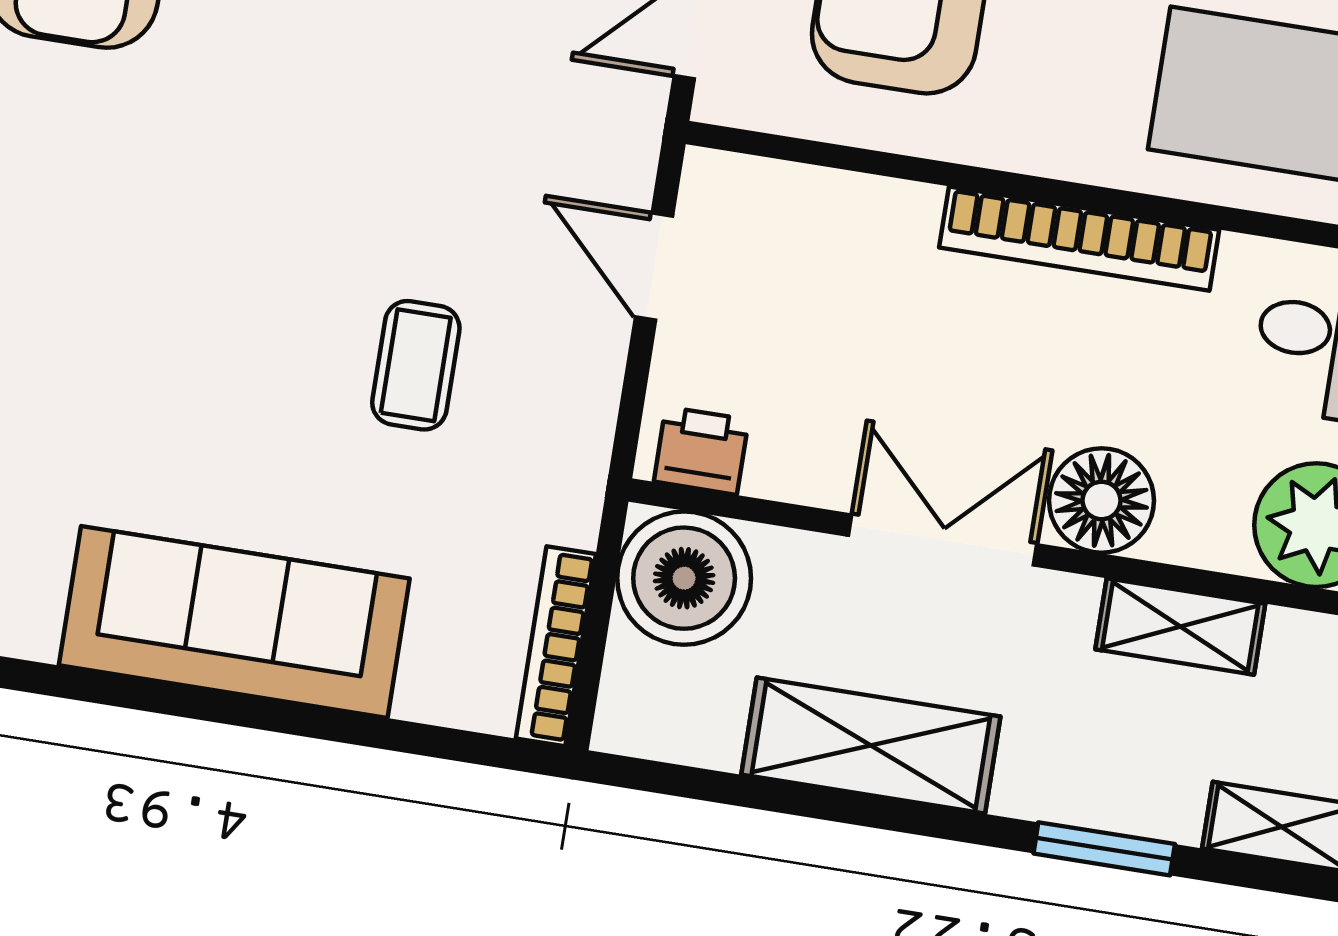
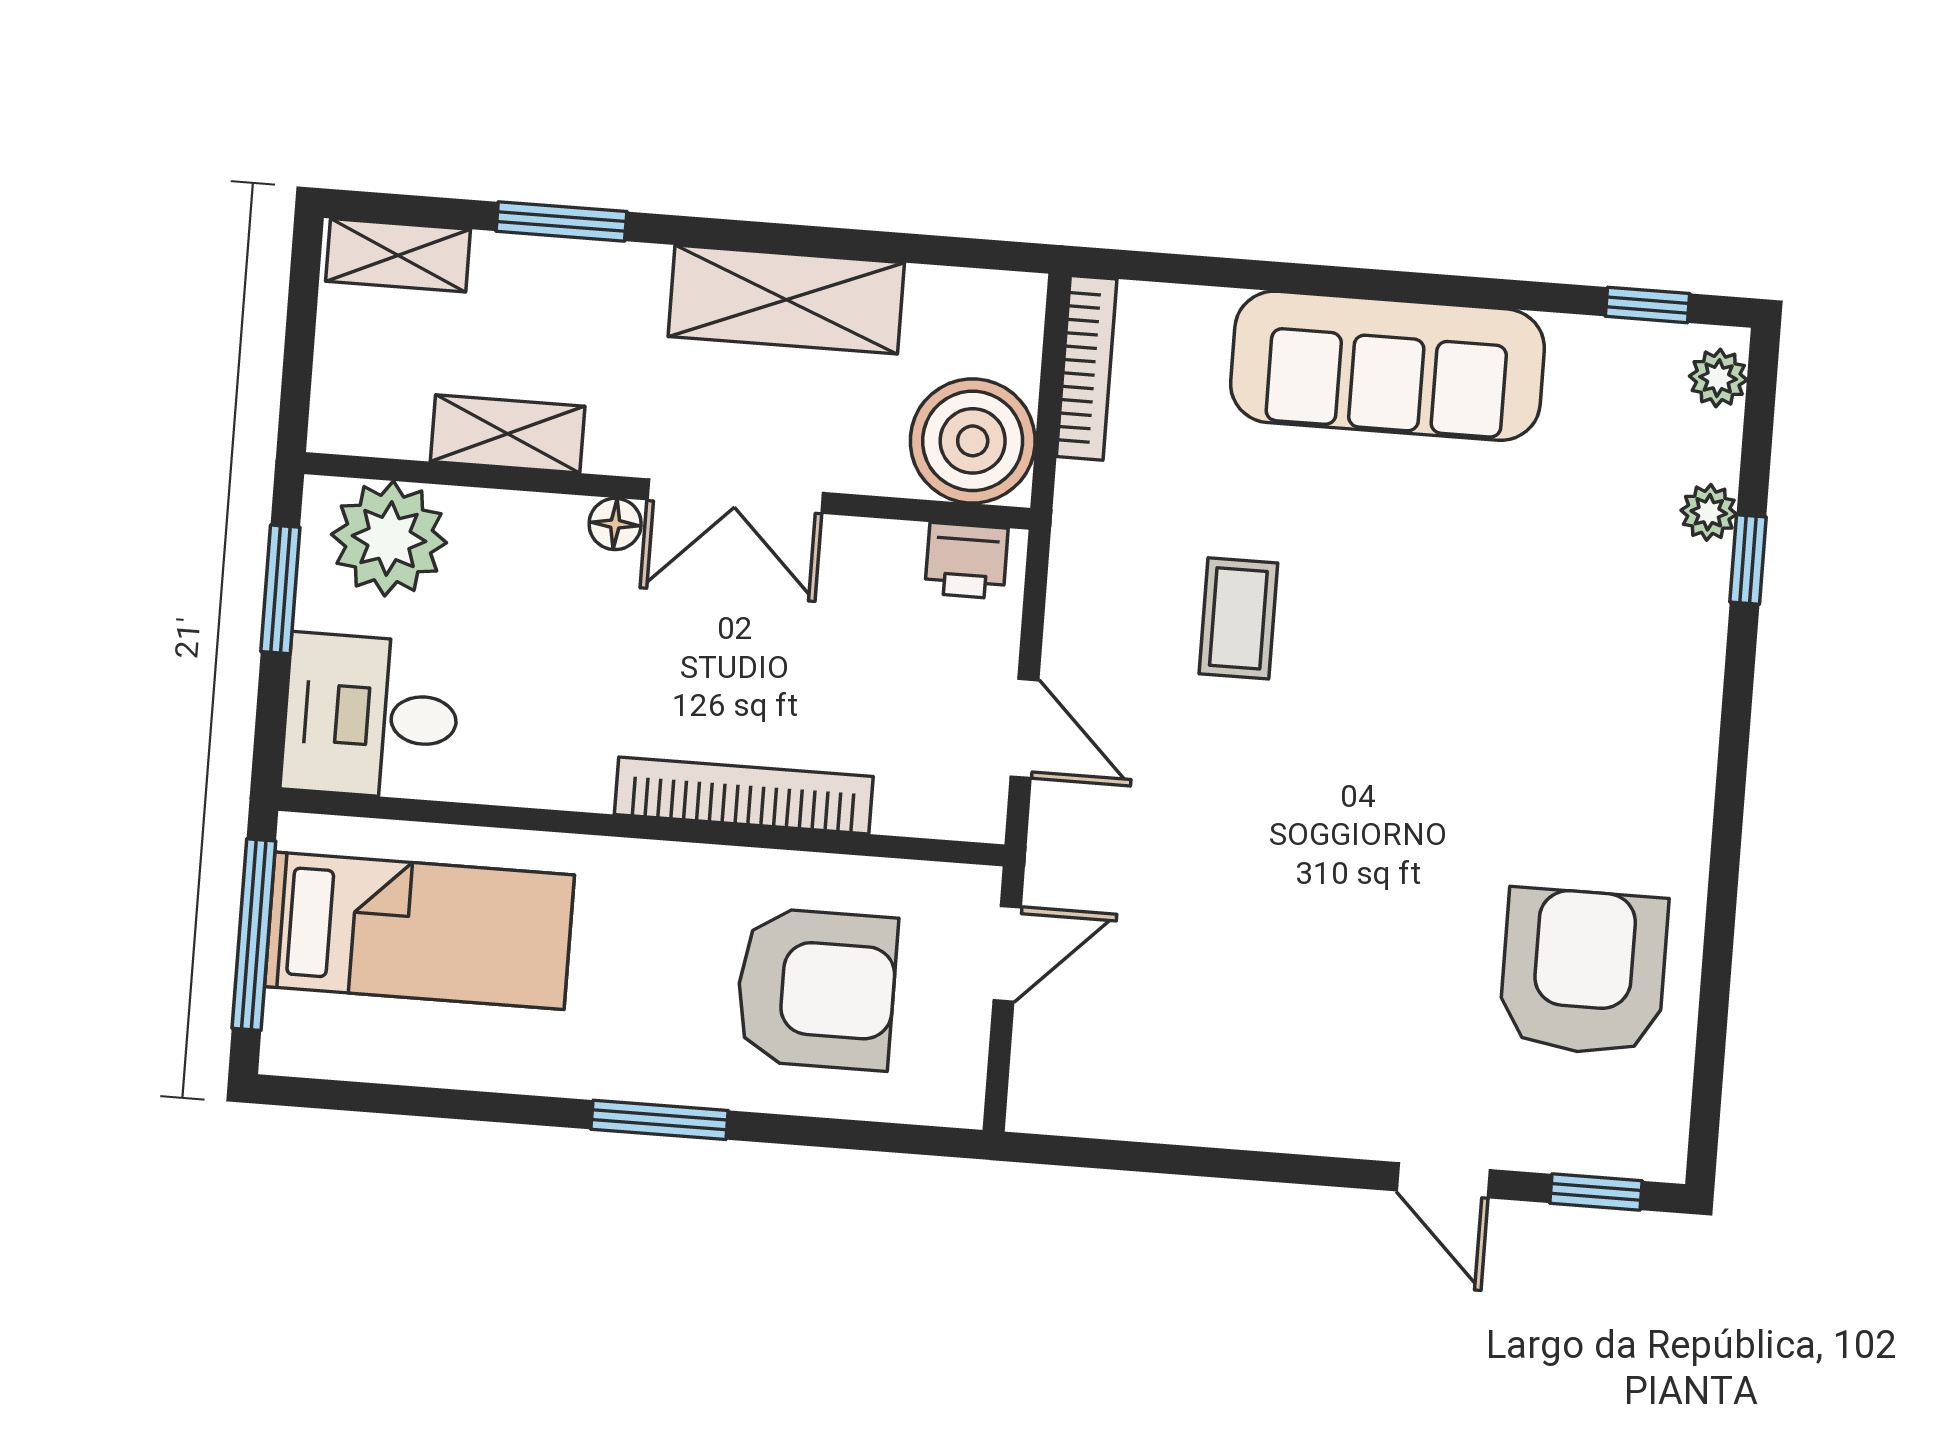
bookcase: (1079, 239) -> (744, 795), moved
floor lamp: (1102, 500) -> (615, 524), width x0.53, depth x0.53

